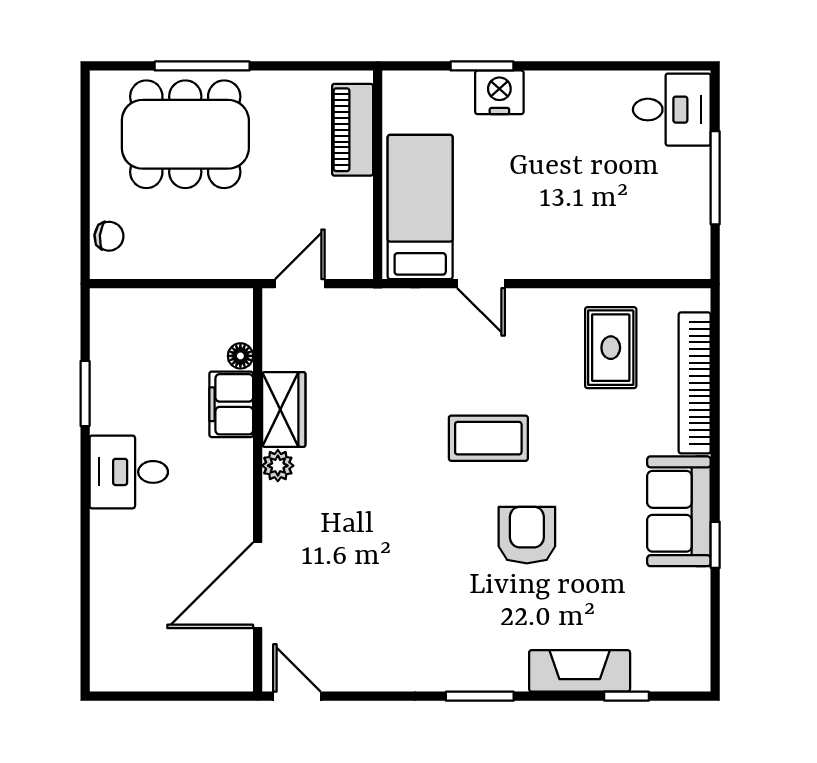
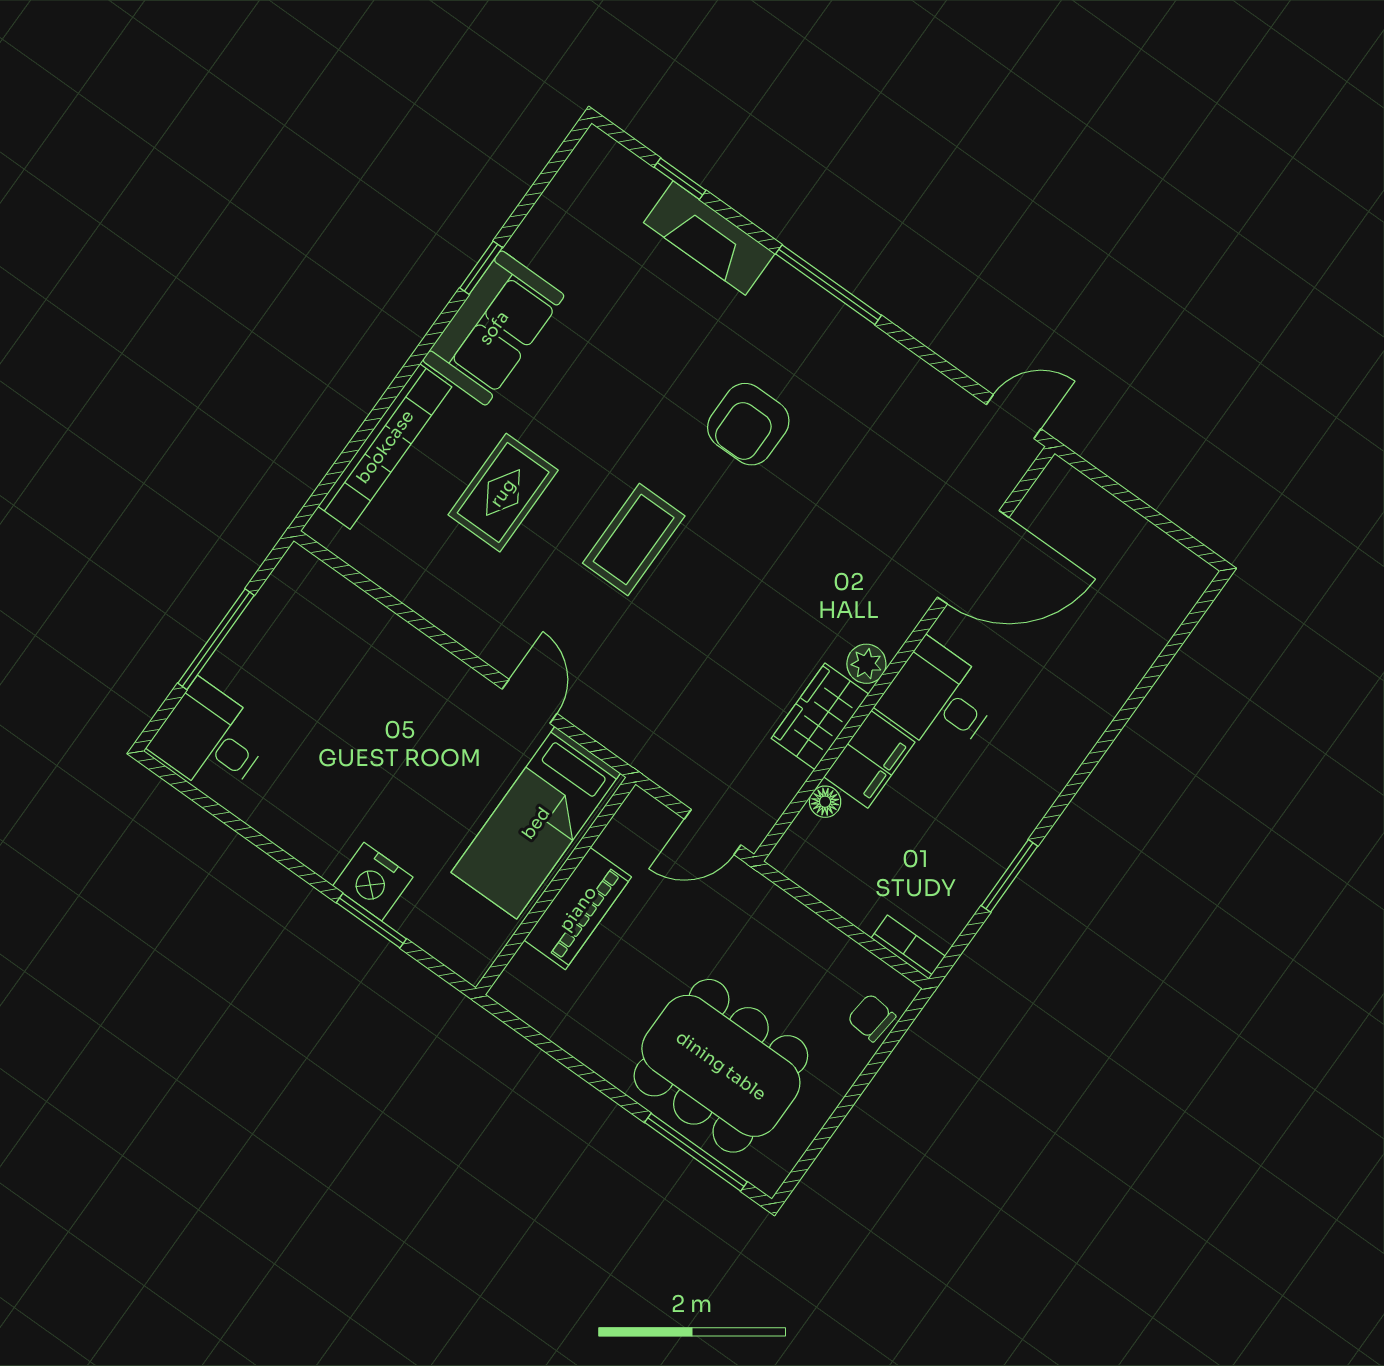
window: (202, 66) -> (696, 1152), moved
piano: (353, 130) -> (578, 909), moved
bookcase: (118, 300) -> (908, 947), added
rug: (611, 348) -> (503, 493), moved
coffee table: (488, 438) -> (634, 540), turned 90
desk: (129, 472) -> (939, 699), moved, turned 180
armchair: (527, 535) -> (748, 424), moved
door: (297, 696) -> (1014, 417), swing flipped
window: (480, 696) -> (829, 285), width x1.44

